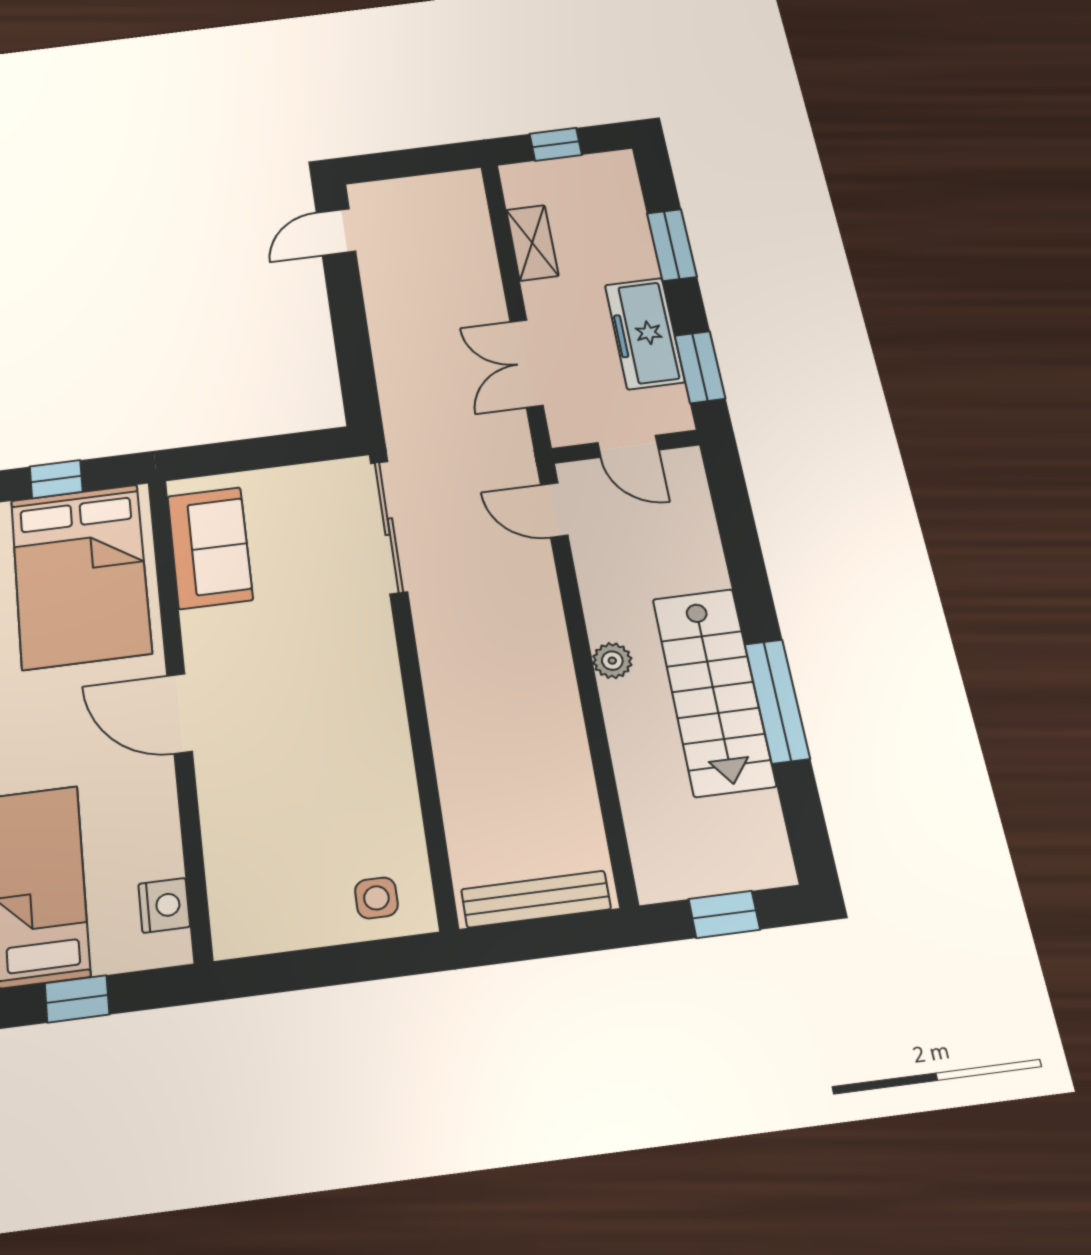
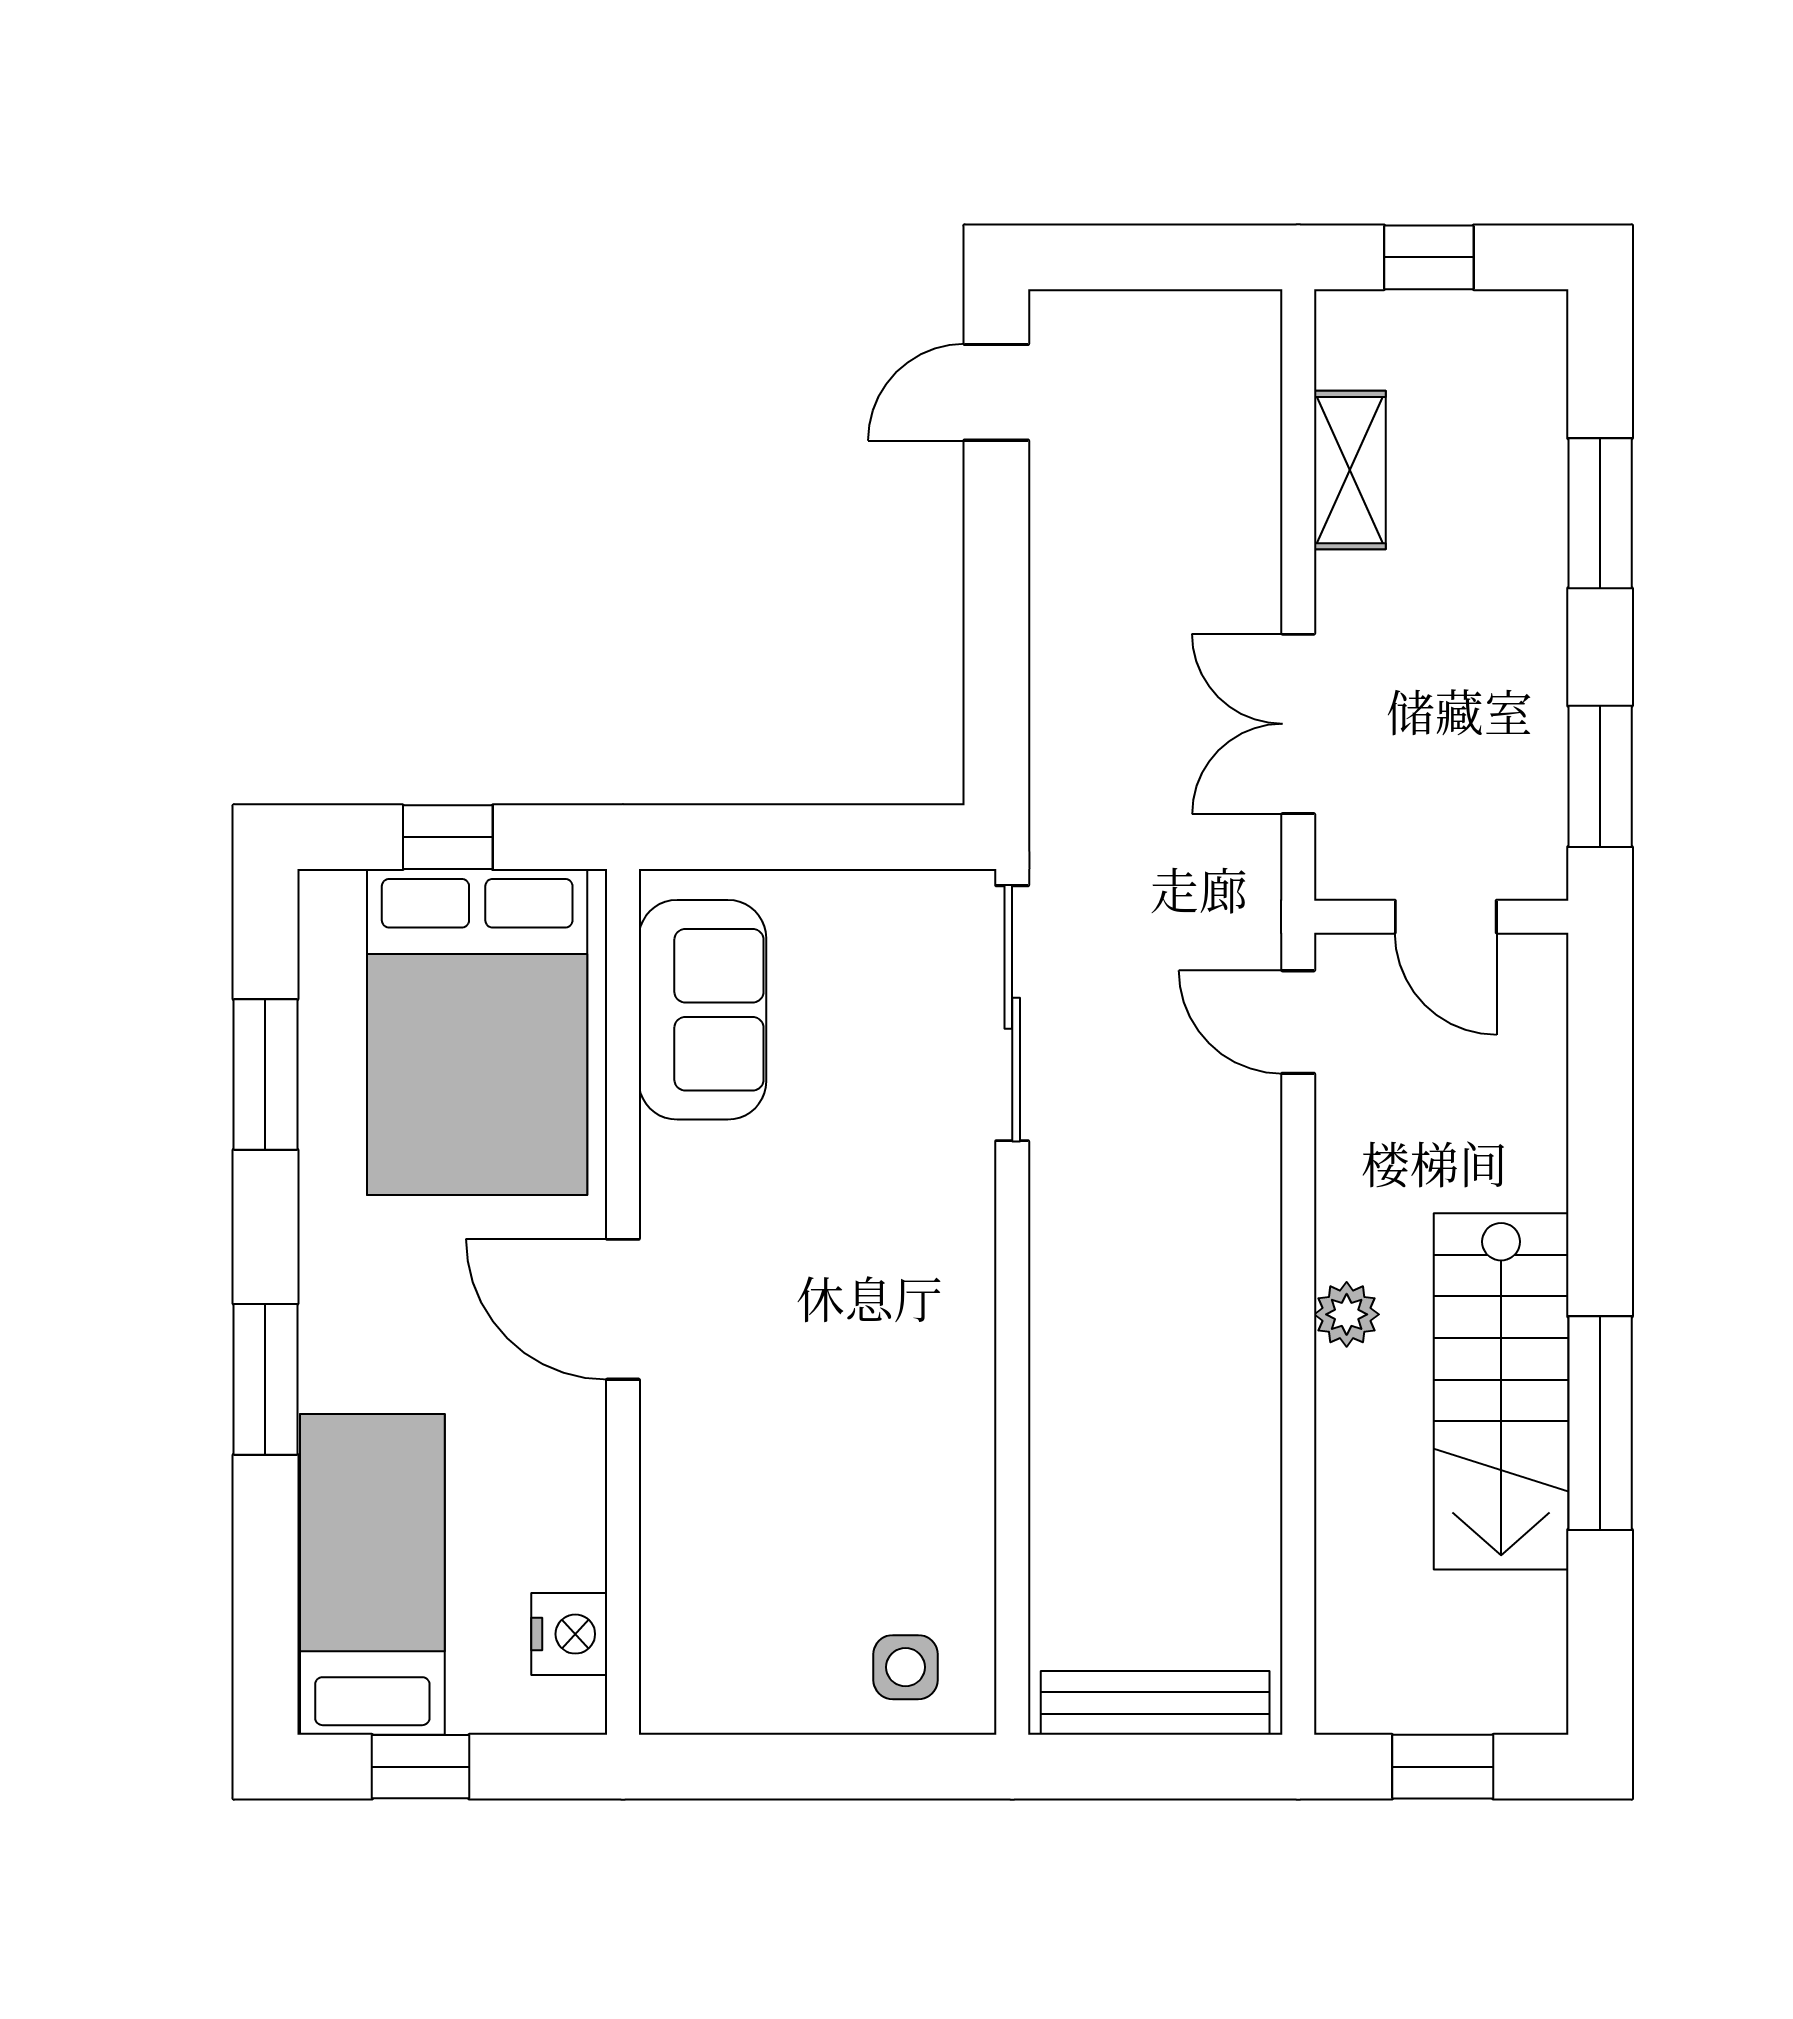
freezer: (645, 333) -> (1517, 692), removed

